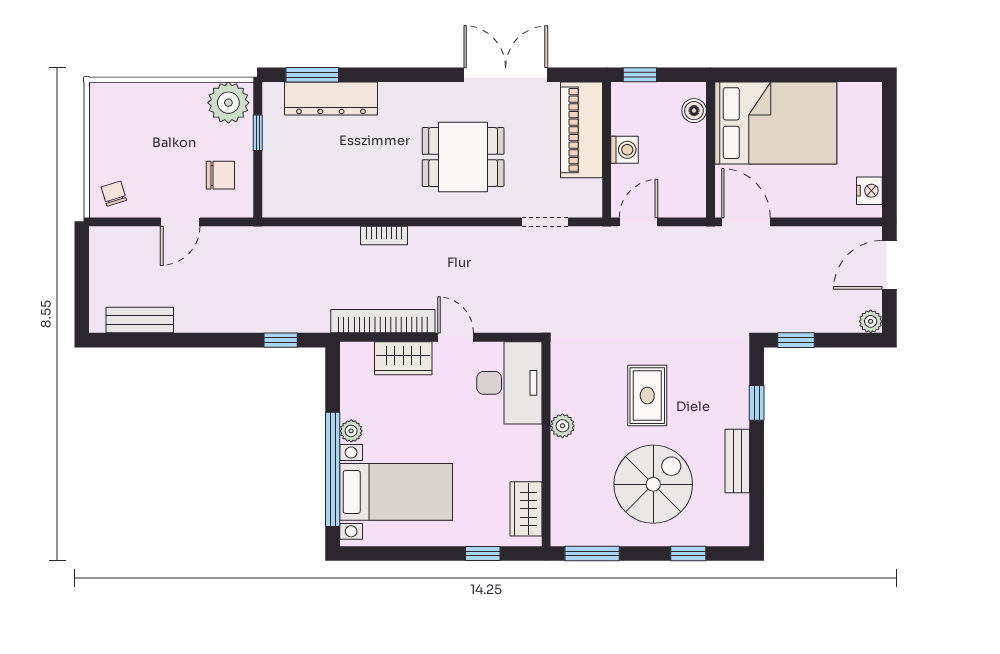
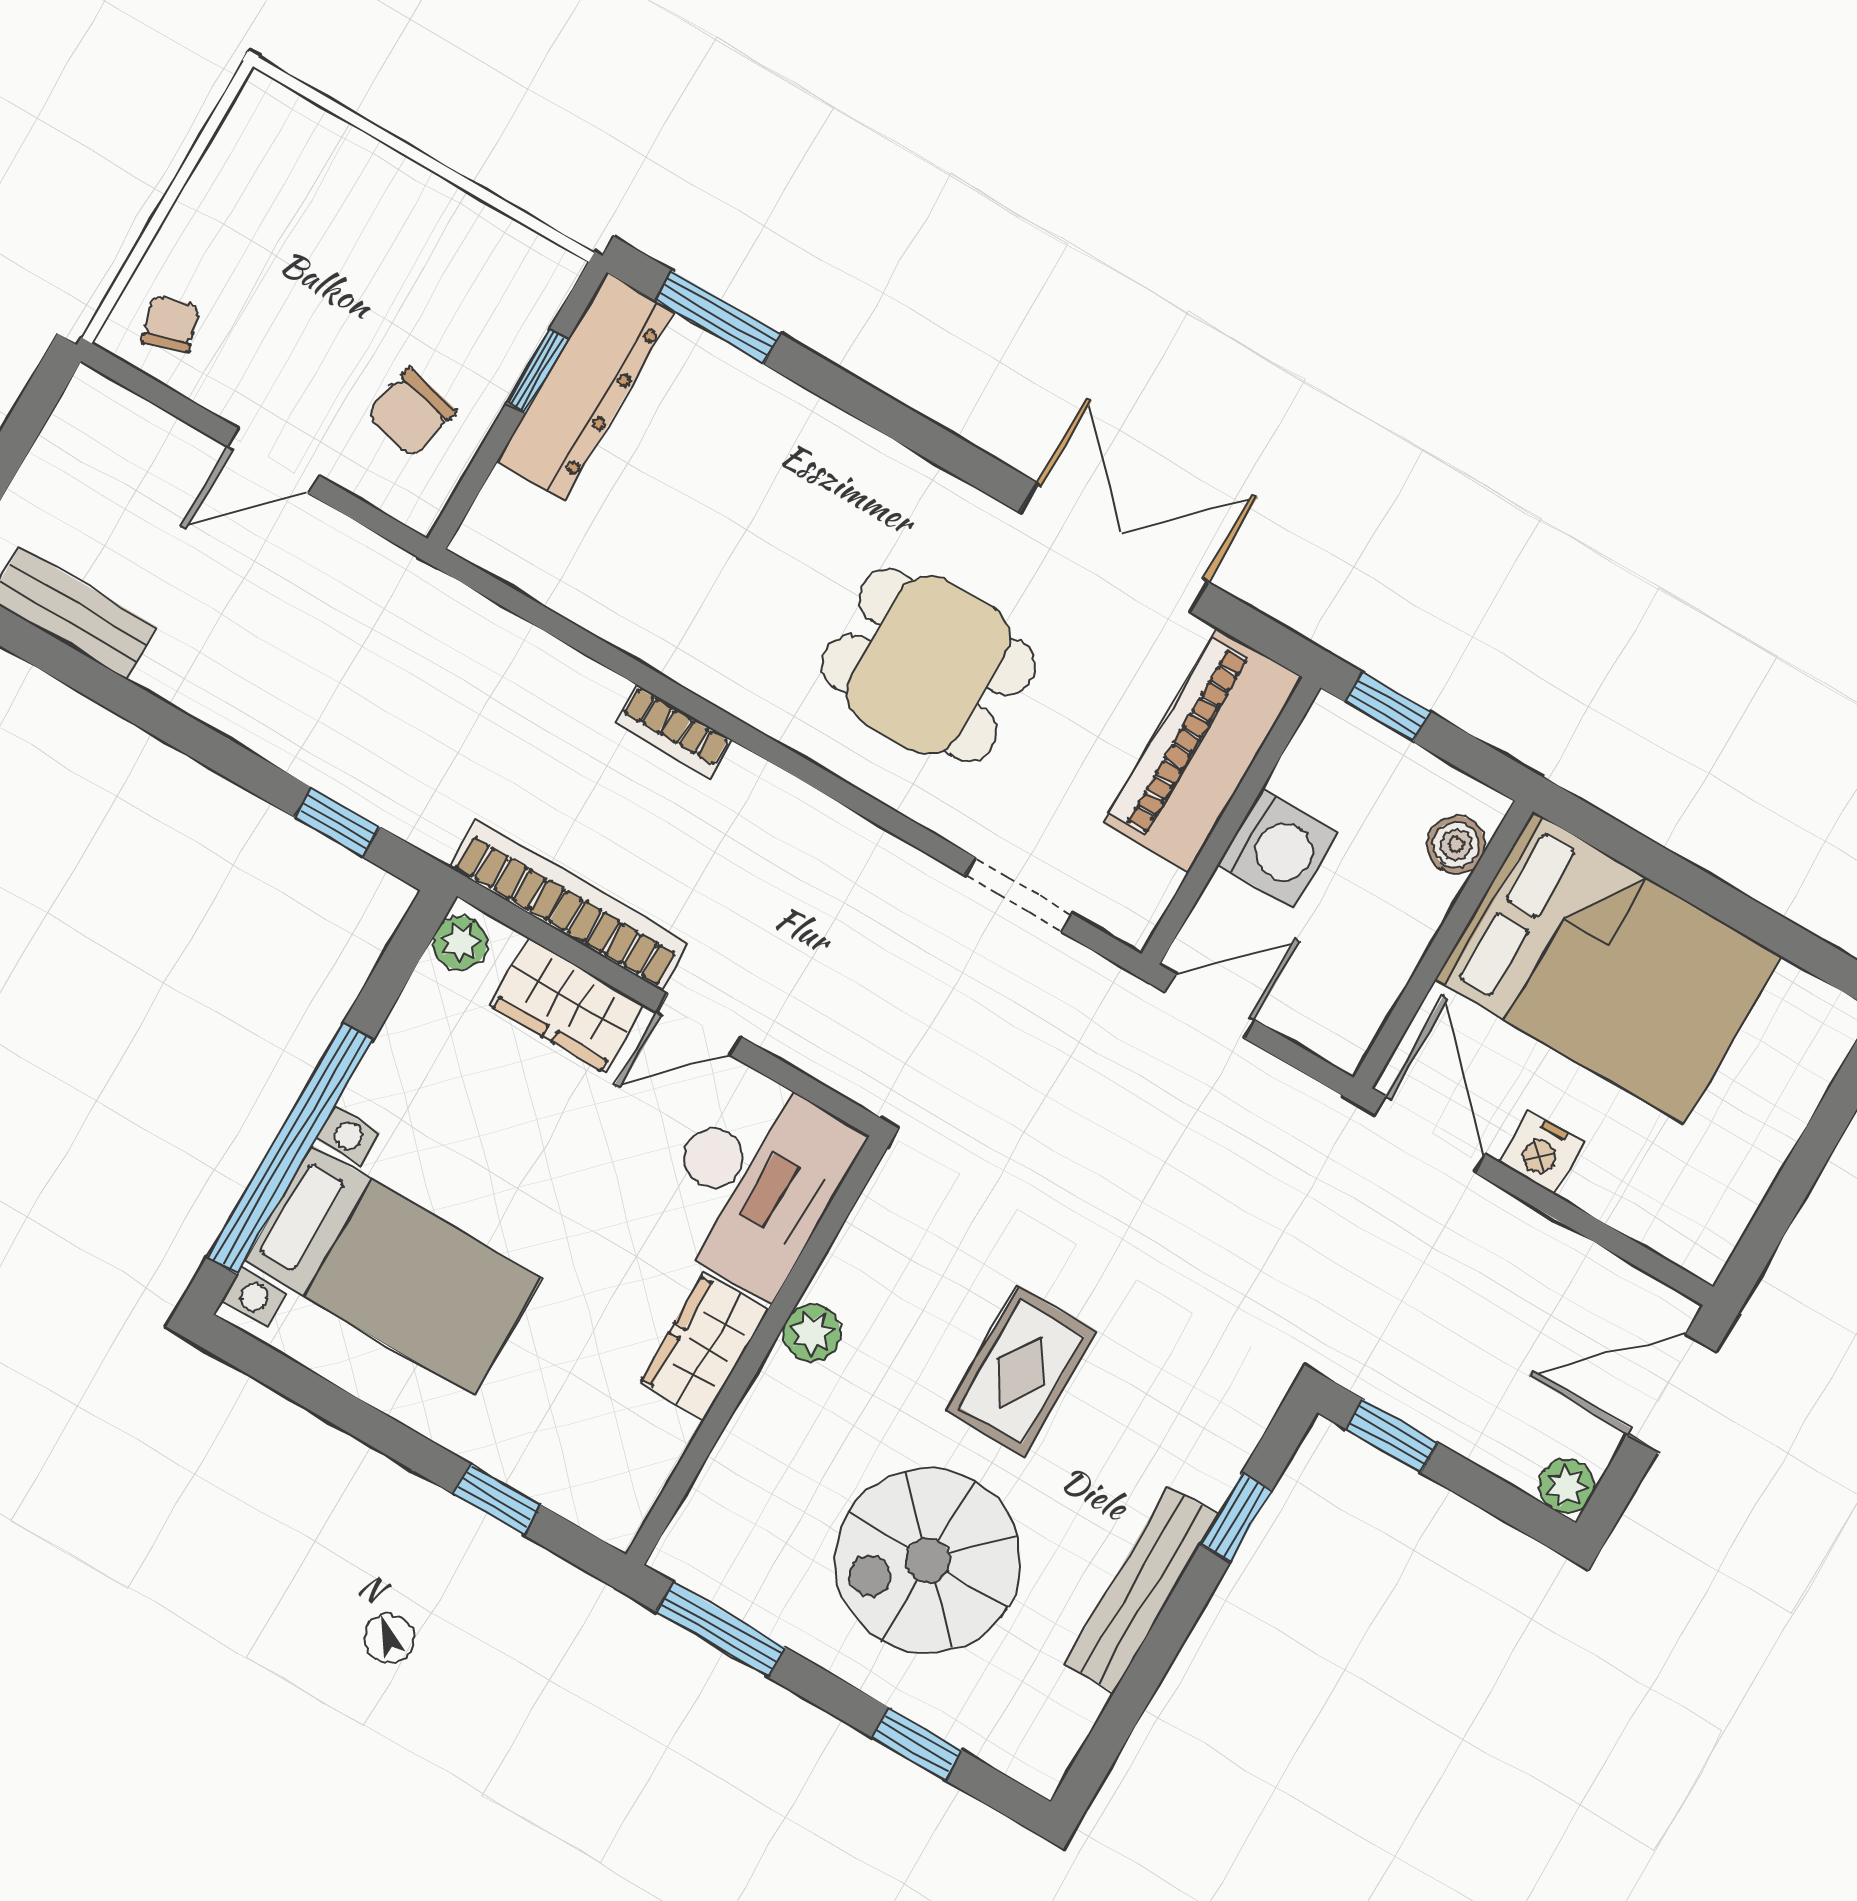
dresser: (331, 99) -> (585, 387), moved, turned -90
plant: (228, 103) -> (513, 274), removed
washing machine: (625, 150) -> (1278, 848), width x1.38, depth x1.38
chair: (220, 175) -> (411, 413), turned 103
nightstand: (869, 191) -> (1541, 1152), moved, turned 90
door: (456, 337) -> (699, 1025), swing flipped
plant: (351, 431) -> (460, 943), moved
bench: (737, 461) -> (1141, 1589), width x1.36
spiral stairs: (653, 484) -> (928, 1560), turned 180
wardrobe: (526, 509) -> (704, 1347), moved

